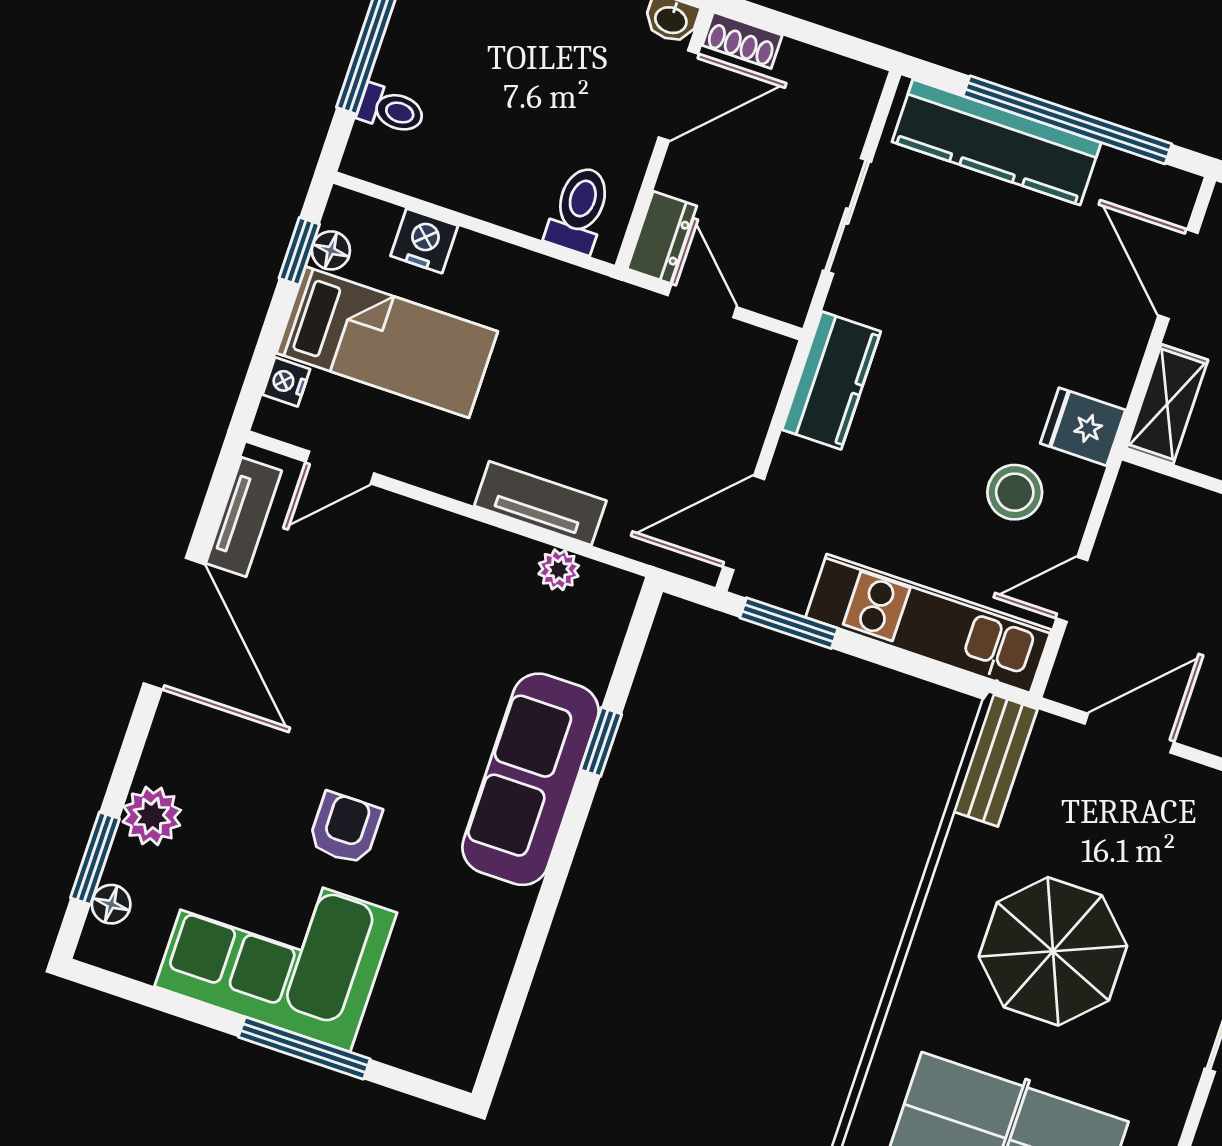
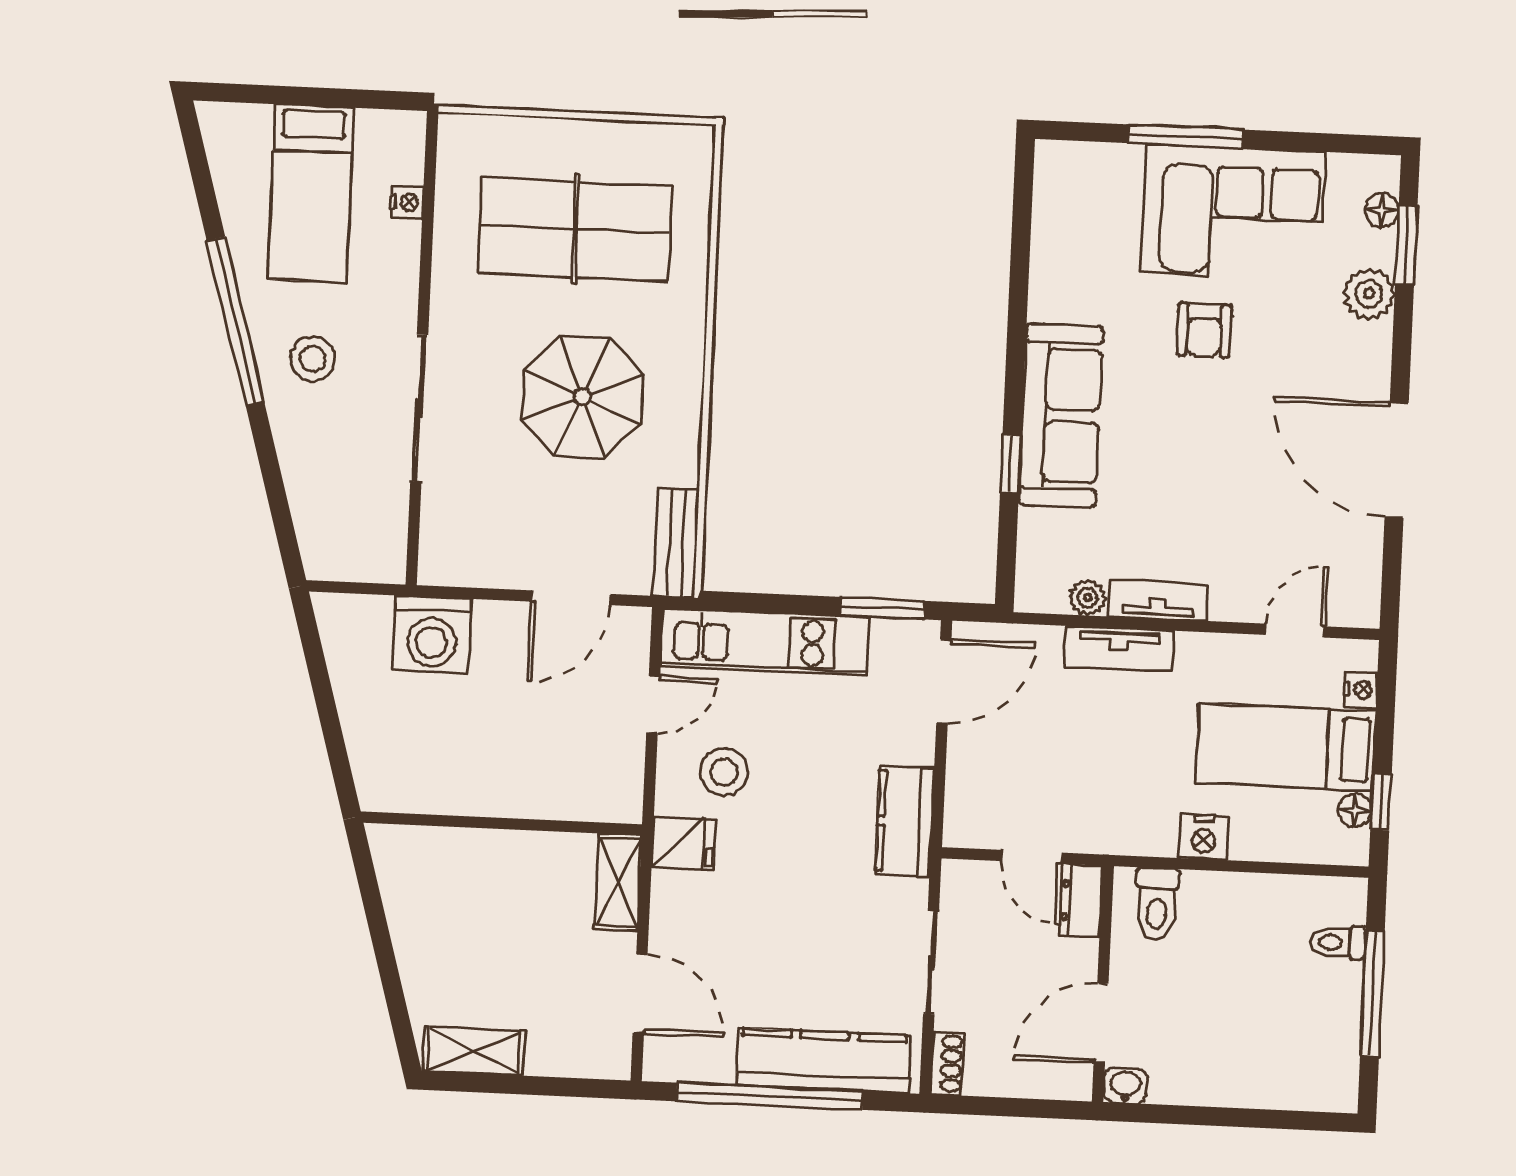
shoe rack: (742, 40) -> (947, 1063), moved, turned 90
nightstand: (424, 241) -> (1204, 837), moved
tv unit: (244, 517) -> (1158, 600), moved, turned 90

